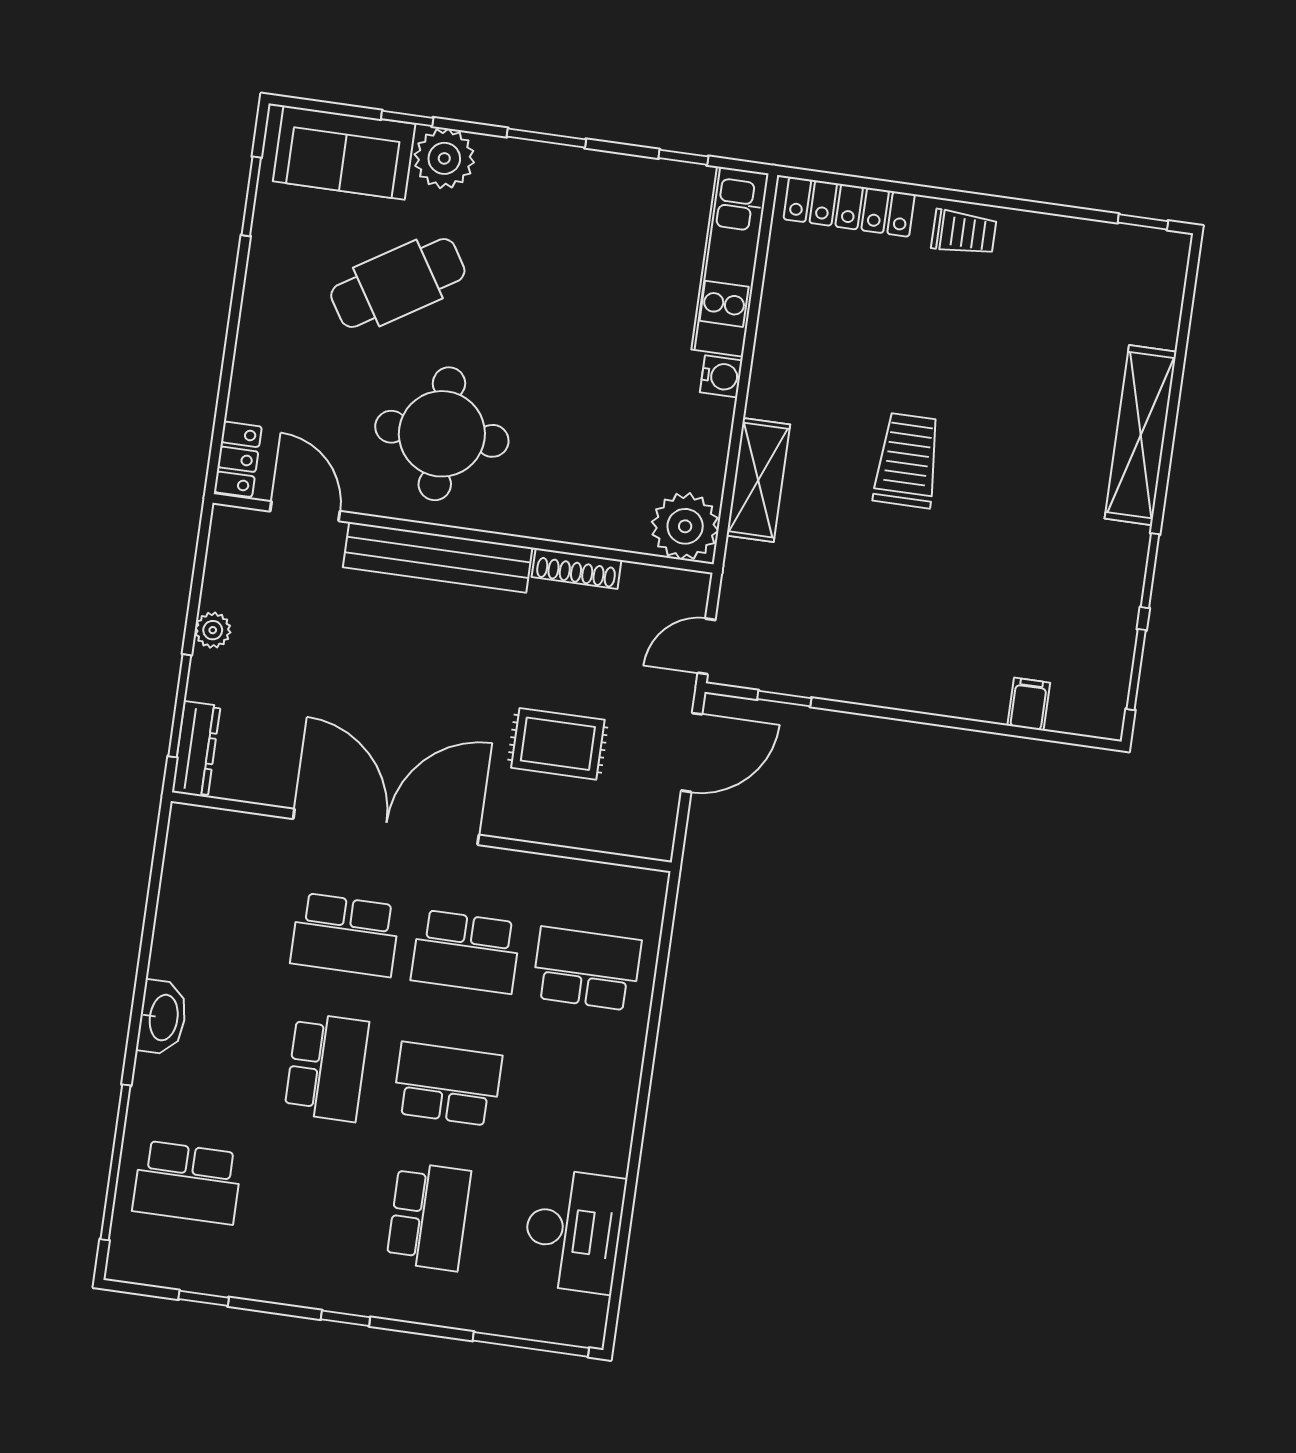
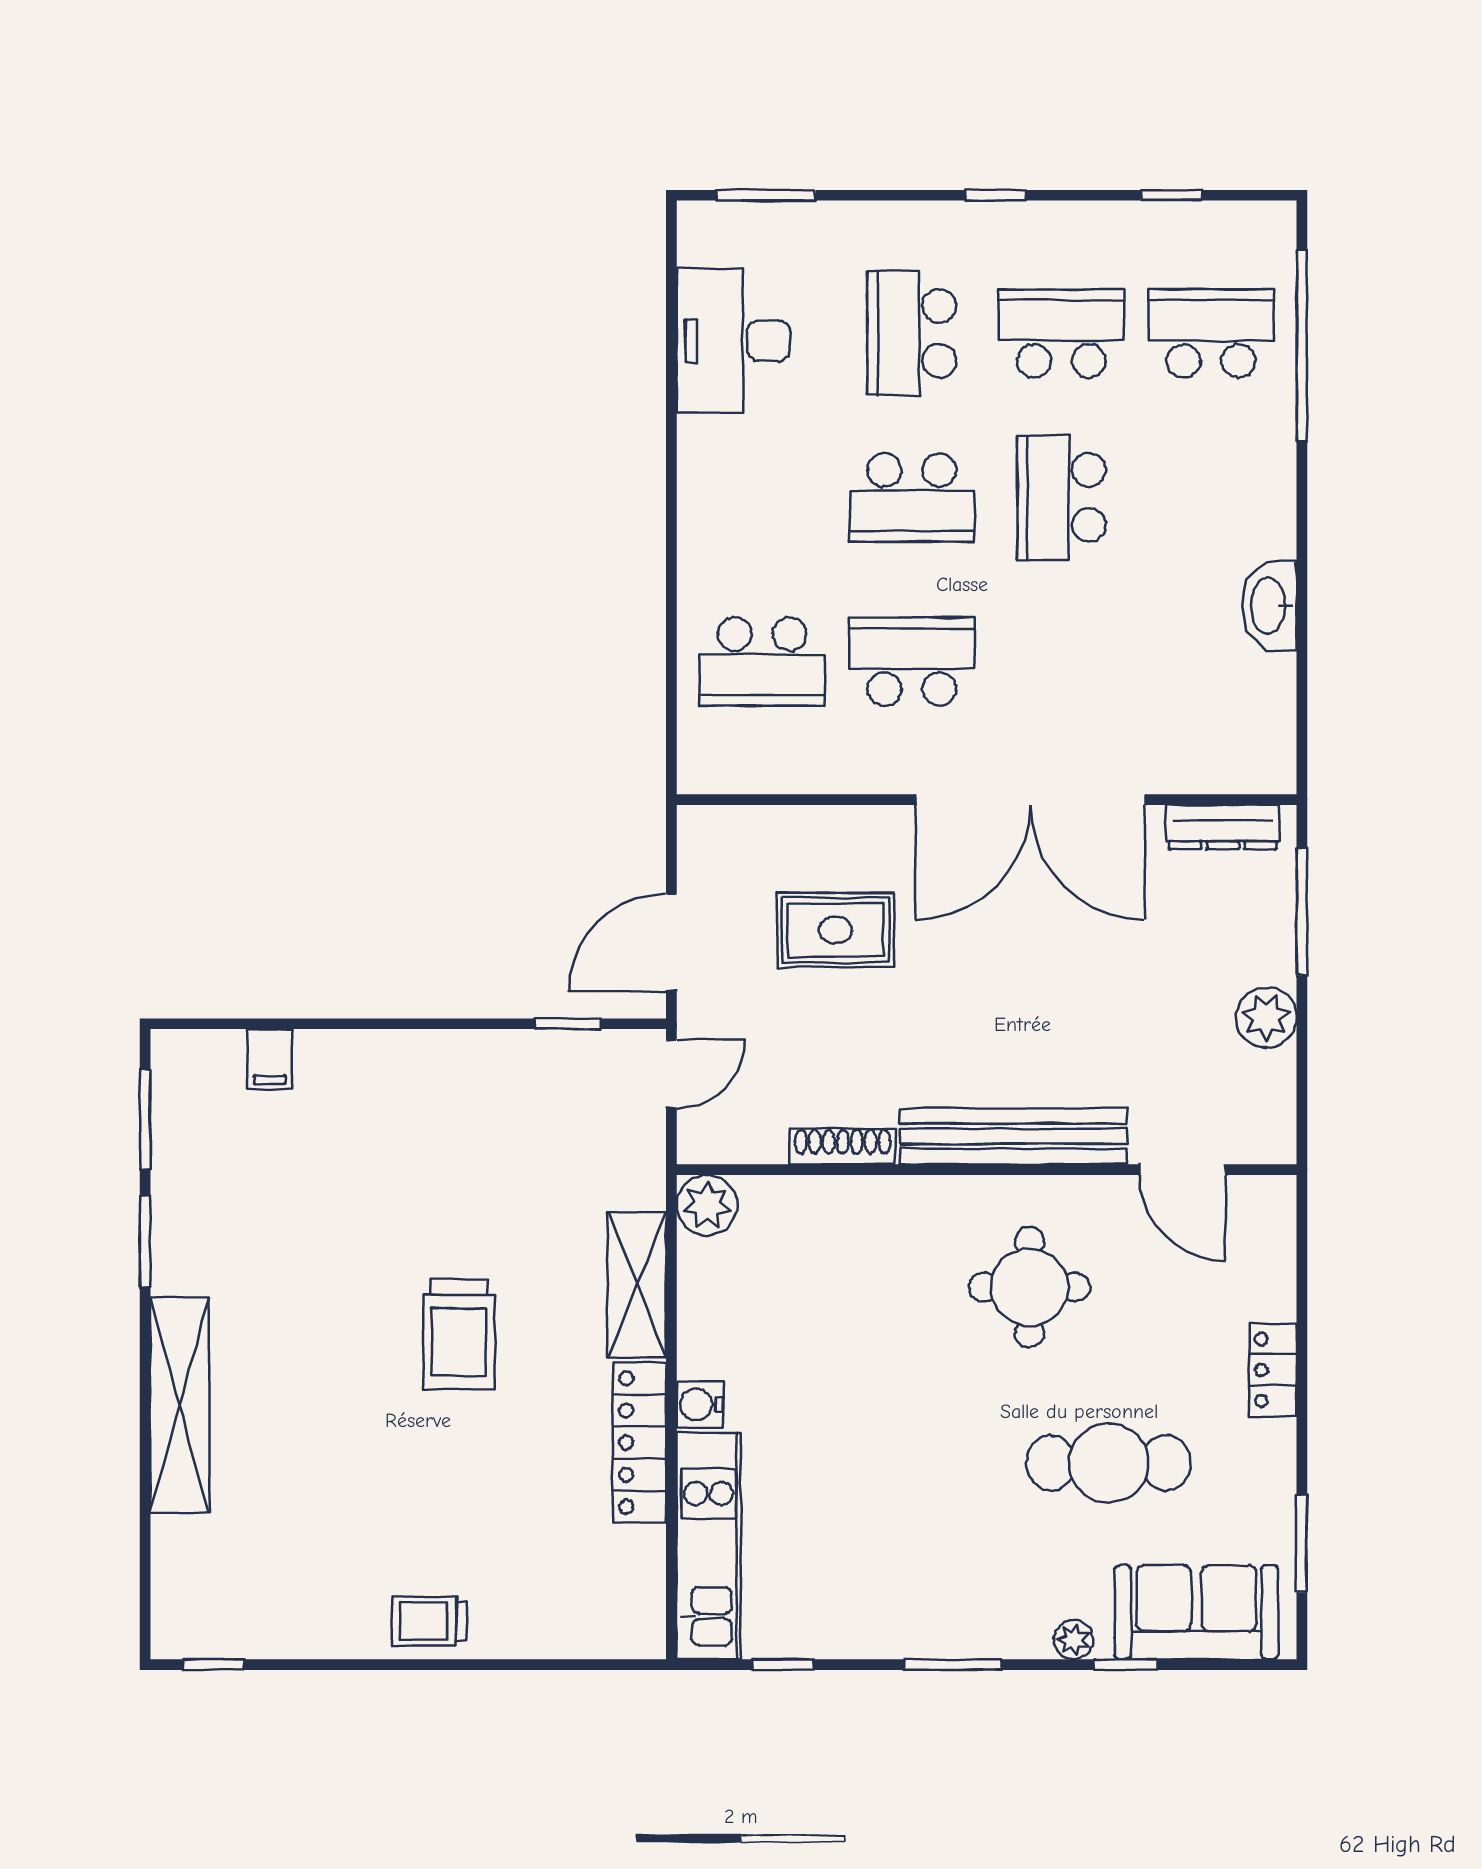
plant: (444, 158) -> (1074, 1640), width x0.53, depth x0.53
locker: (849, 207) -> (640, 1443), moved, turned -90
cafe table: (398, 283) -> (1109, 1463), turned 32
round table: (442, 434) -> (1029, 1287), width x0.73, depth x0.73
locker: (238, 459) -> (1273, 1370), moved
plant: (685, 526) -> (707, 1205), width x0.73, depth x0.73
plant: (213, 630) -> (1266, 1018), width x1.38, depth x1.38
dresser: (196, 749) -> (1223, 827), moved, turned -90
school desk: (345, 935) -> (1061, 333), moved
washbasin: (162, 1017) -> (1270, 606), moved
window: (531, 1344) -> (766, 195), width x0.69

